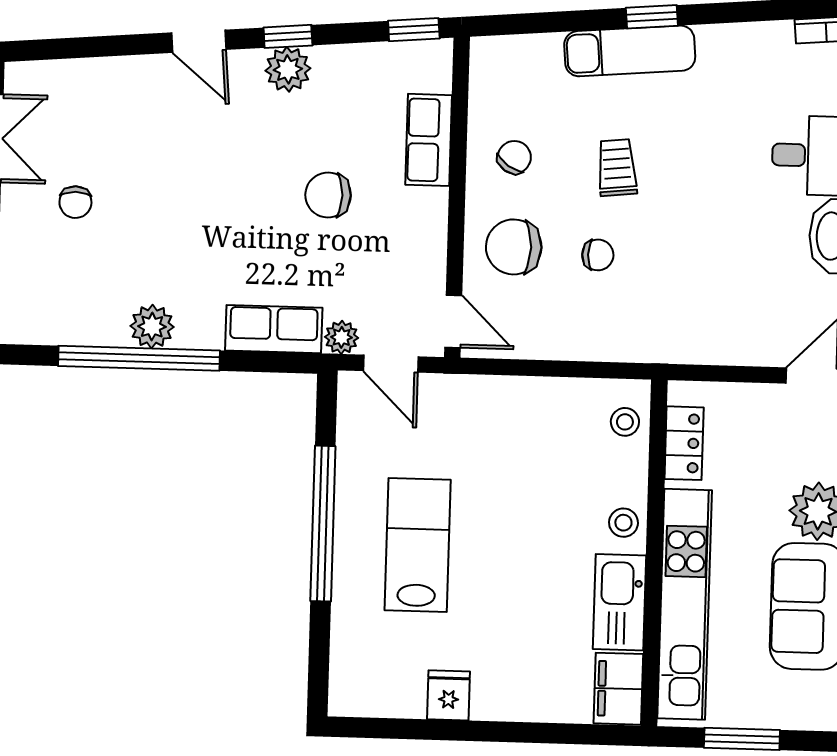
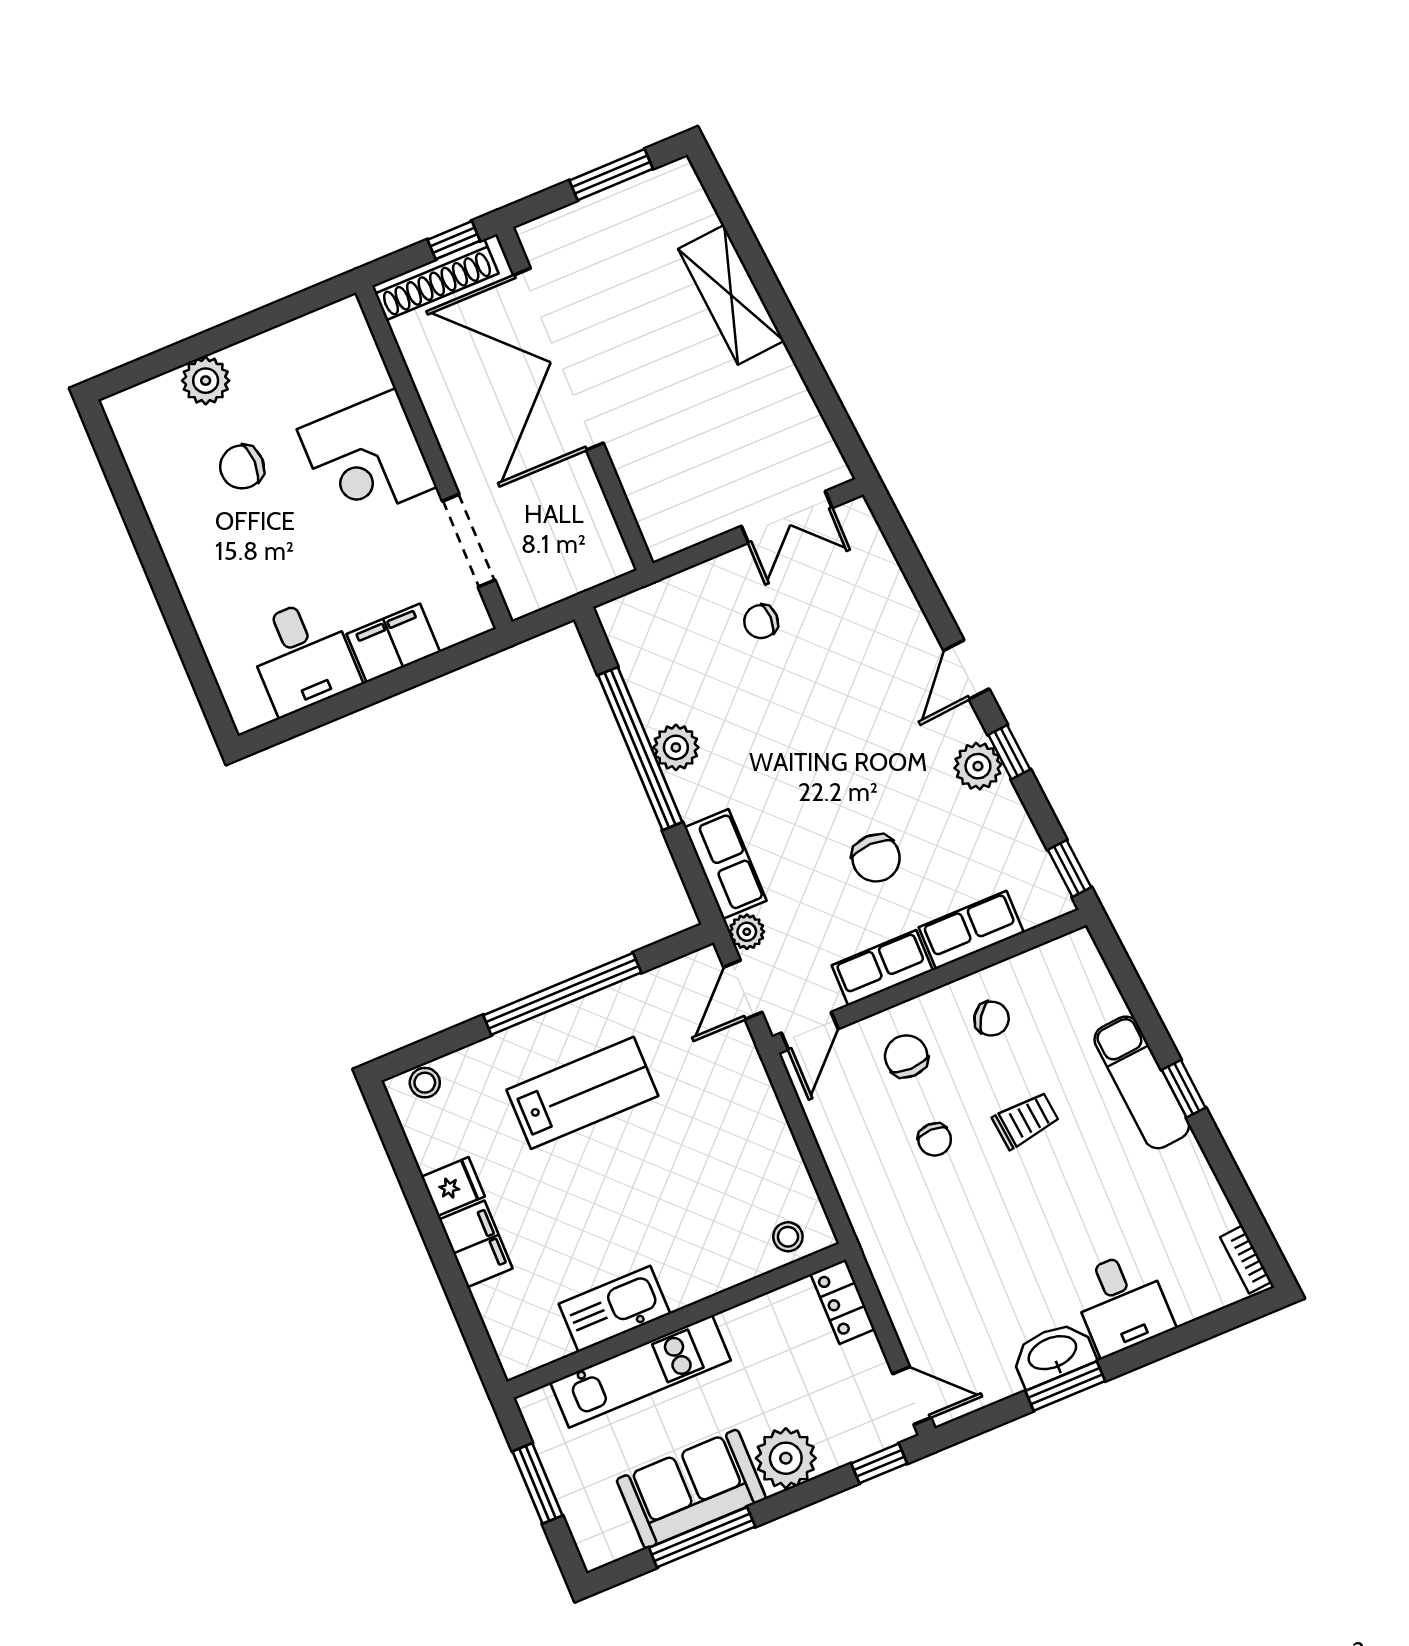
chair: (328, 195) -> (876, 858), turned 180
row of seats: (427, 233) -> (882, 968), added
chair: (514, 247) -> (906, 1056), width x0.73, depth x0.73
locker: (684, 443) -> (843, 1302), moved, turned 90
stool: (623, 523) -> (425, 1083), moved
kitchen unit: (685, 604) -> (641, 1371), width x0.73
filing cabinet: (618, 689) -> (476, 1244), moved, turned 90

